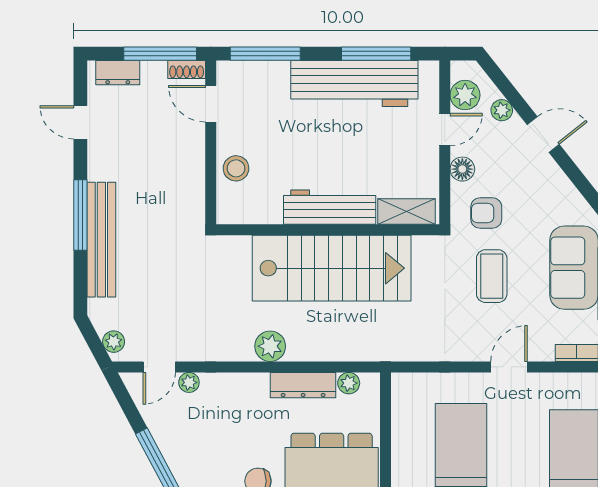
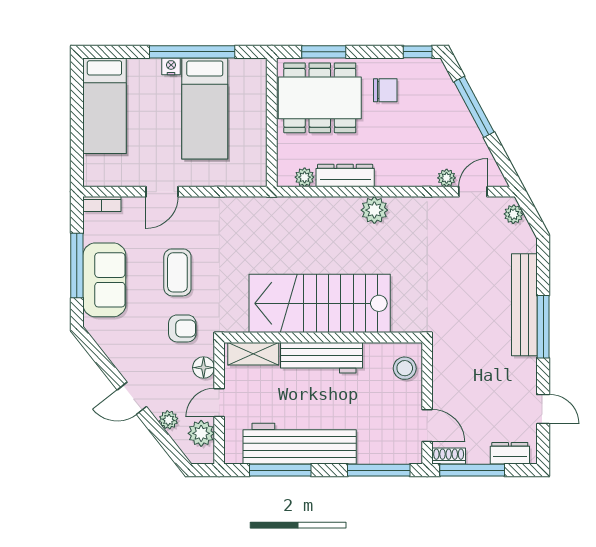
workbench: (330, 207) -> (321, 358), moved
shelving: (406, 212) -> (253, 354), moved
wall: (328, 230) -> (323, 337), moved
stairs: (332, 268) -> (320, 303), moved

